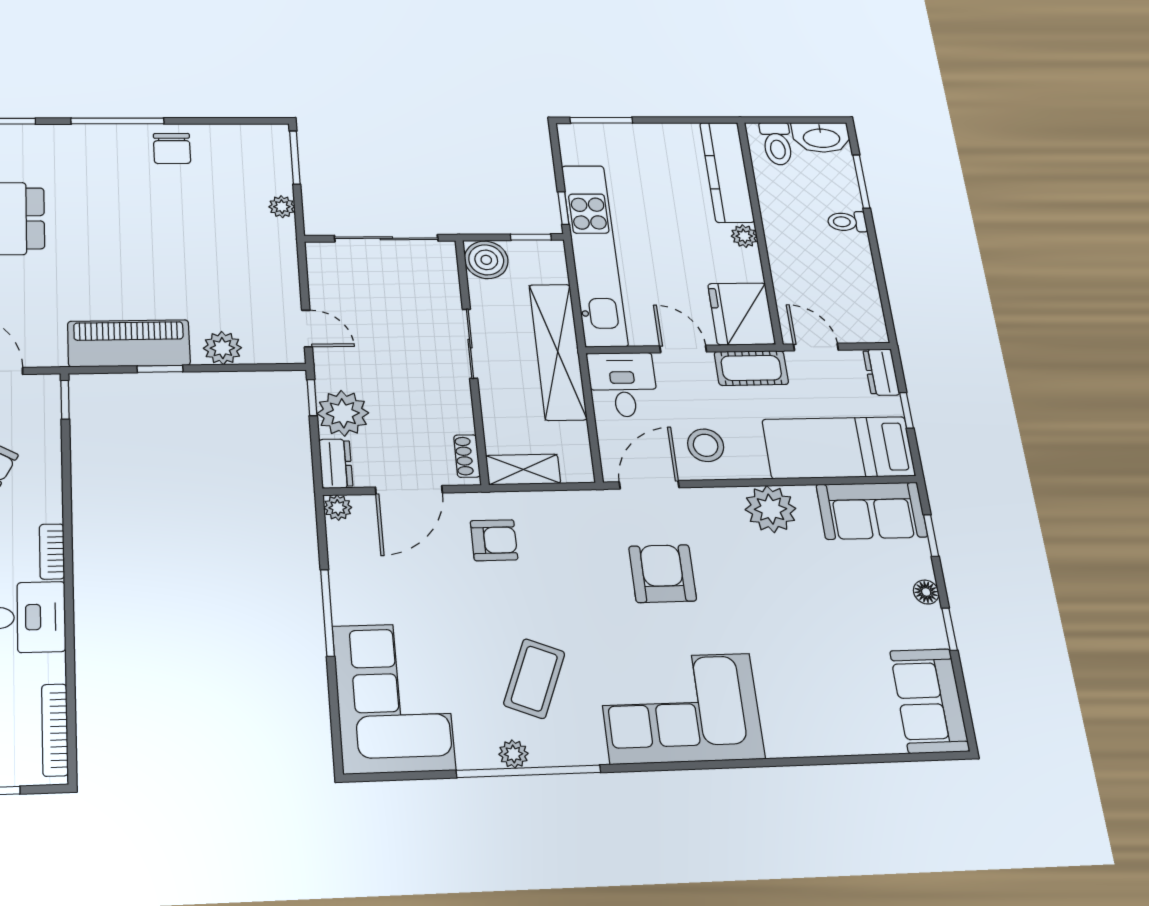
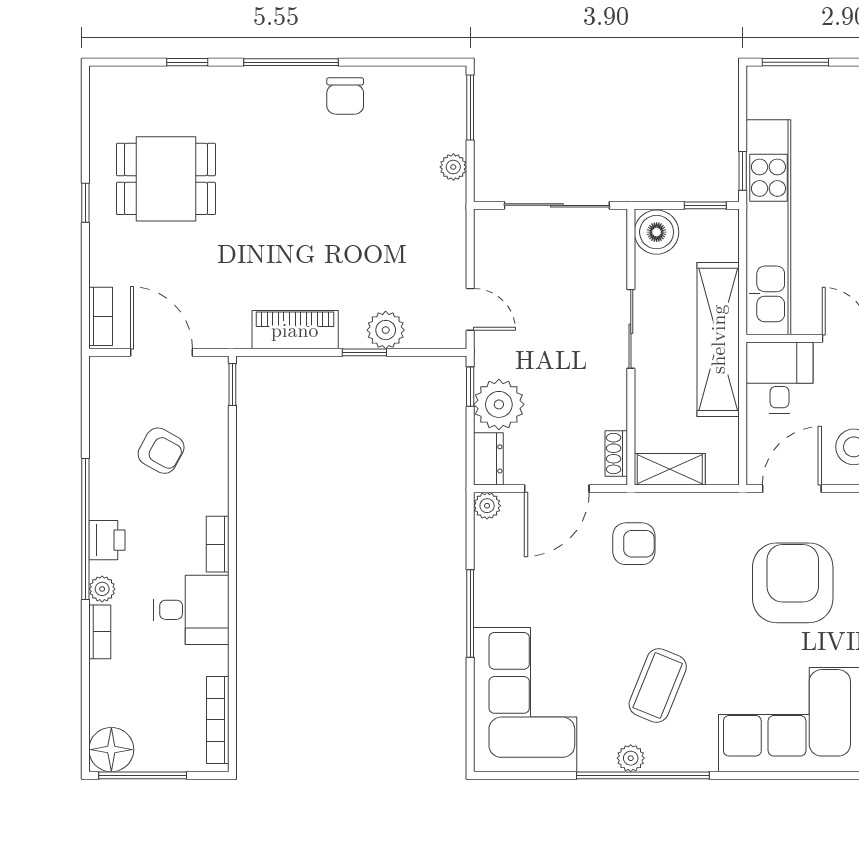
piano: (129, 343) -> (295, 330), width x0.73, depth x0.75
window: (160, 369) -> (364, 352), moved
armchair: (663, 574) -> (793, 583), width x1.36, depth x1.36

